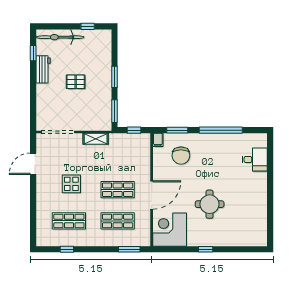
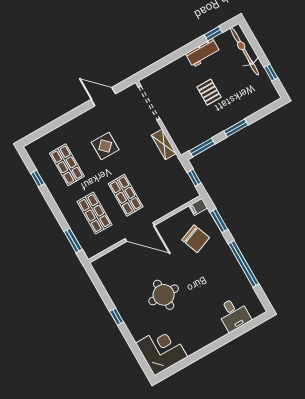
chair: (181, 156) -> (196, 239), turned -111
corner desk: (170, 230) -> (162, 350), moved

